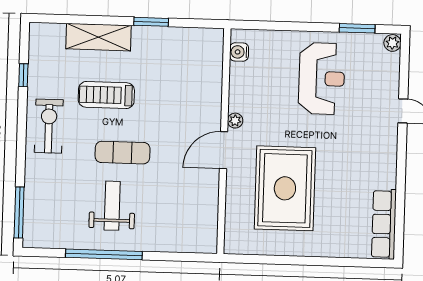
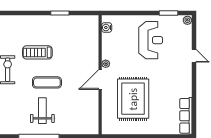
shelving: (98, 37) -> (32, 22), removed

